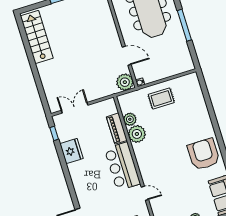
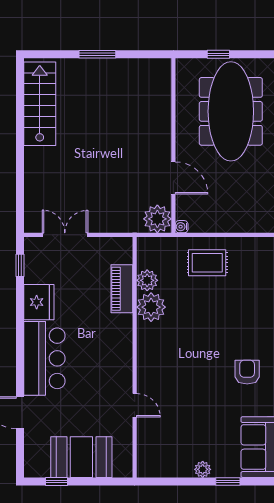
armchair: (204, 154) -> (247, 372), width x0.53, depth x0.53
bar counter: (122, 166) -> (44, 358), moved, turned 180

